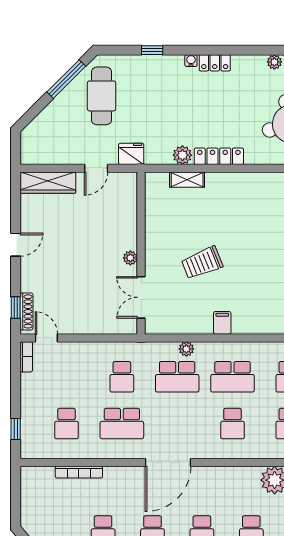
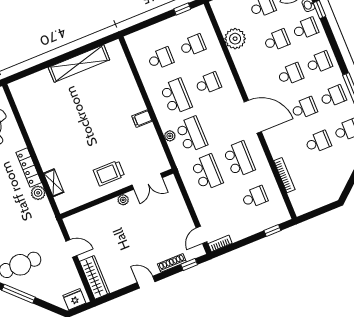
fridge: (131, 154) -> (74, 299), moved, turned 90
trolley: (202, 263) -> (109, 173), moved, turned 112
shoe rack: (26, 311) -> (172, 263), moved
school desk: (122, 377) -> (207, 172), width x1.85

